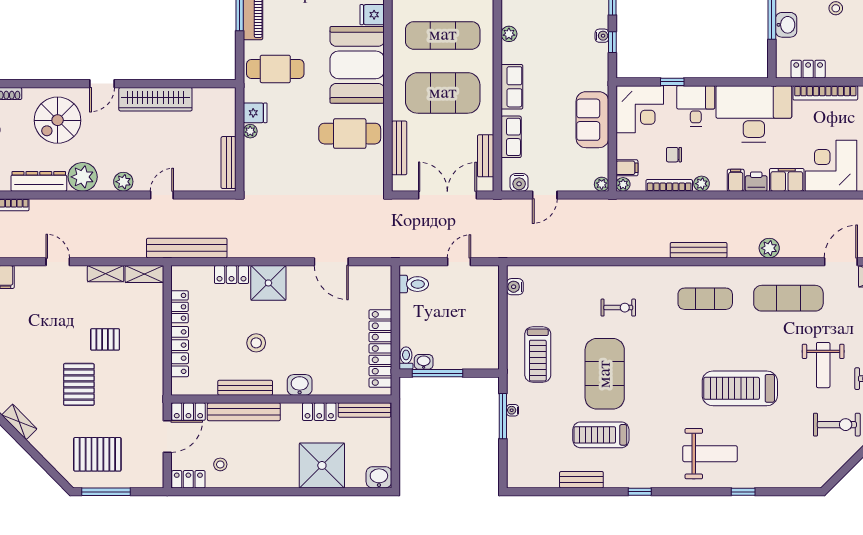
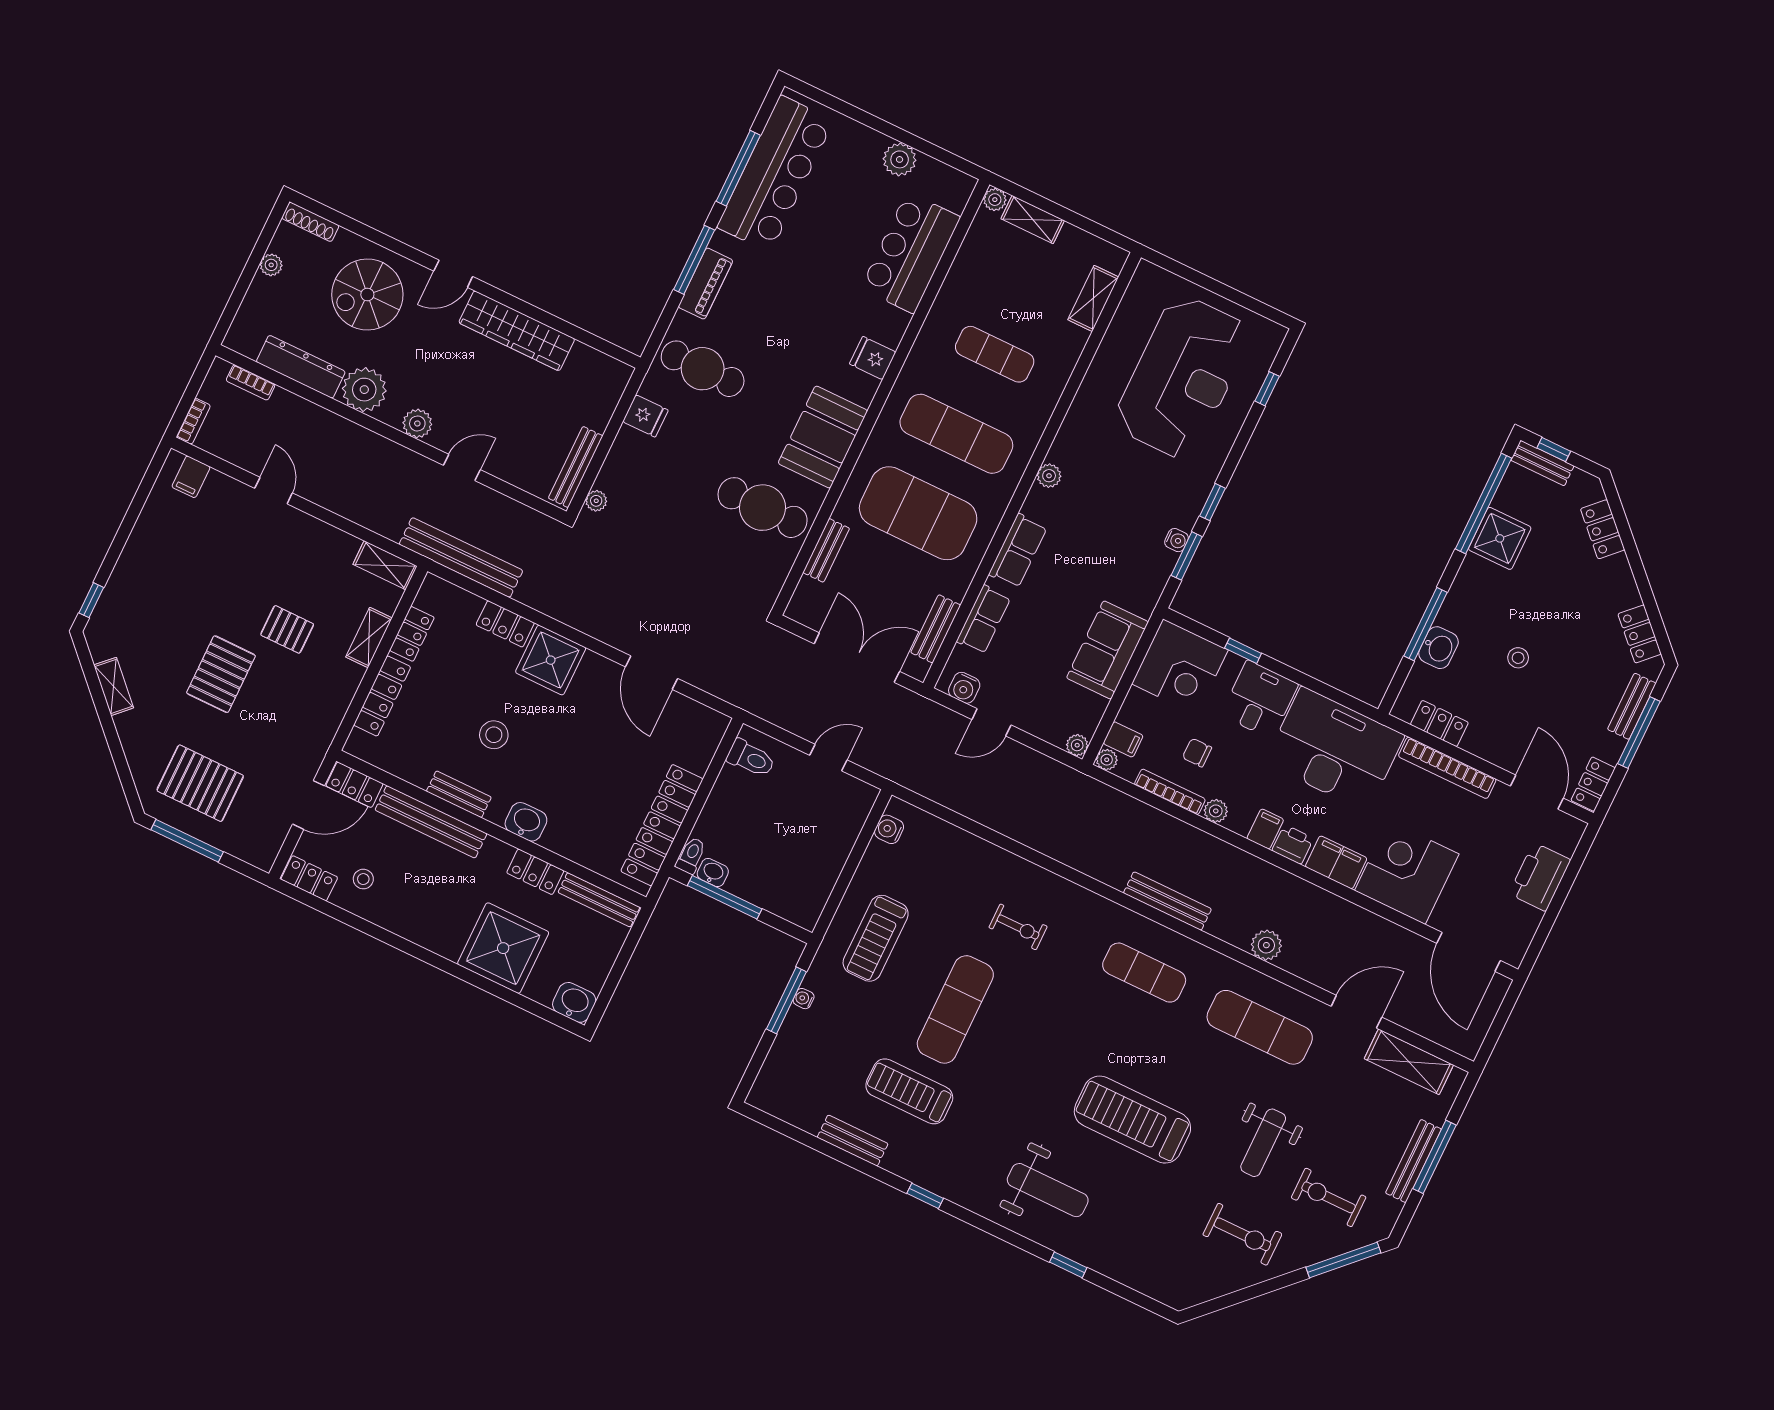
window: (612, 42) -> (1187, 556), width x1.50
booth: (357, 65) -> (823, 437), width x0.73, depth x0.70
plant: (250, 131) -> (596, 501), moved
bench: (399, 148) -> (826, 550), width x0.73
shelving: (106, 274) -> (369, 638), moved, turned 90
exercise mat: (605, 374) -> (955, 1009), width x0.68
bench: (245, 388) -> (459, 794), width x0.73

